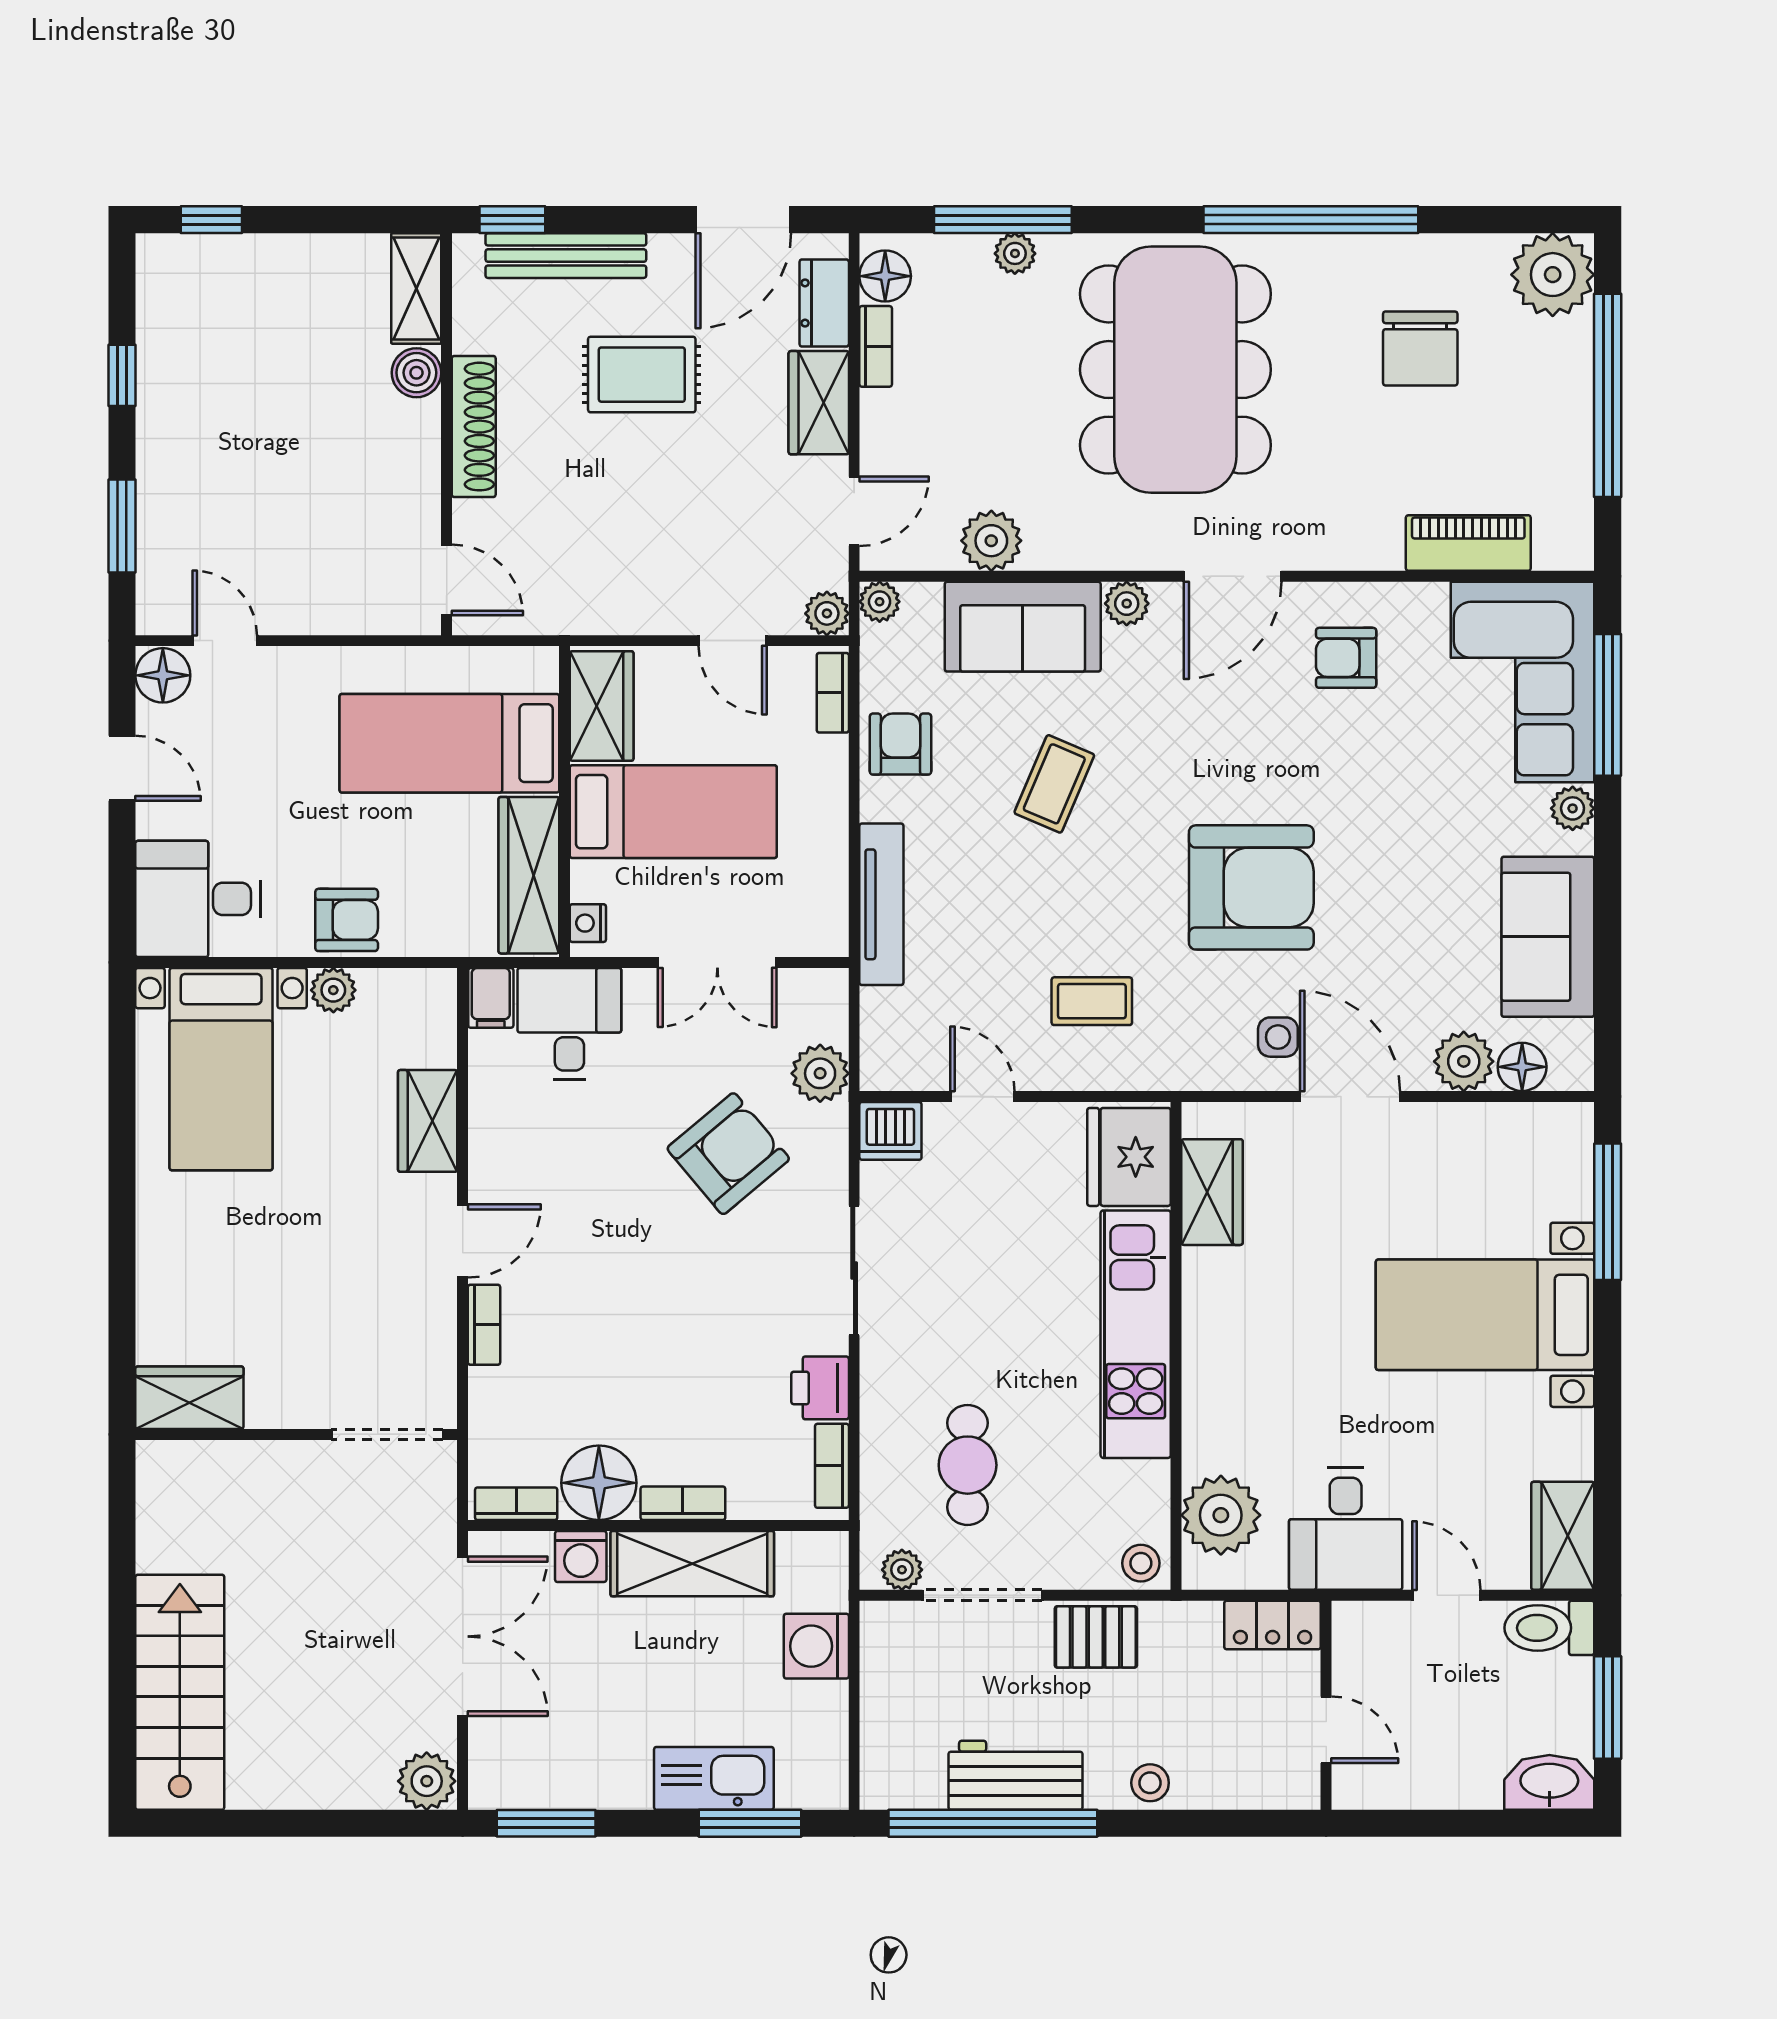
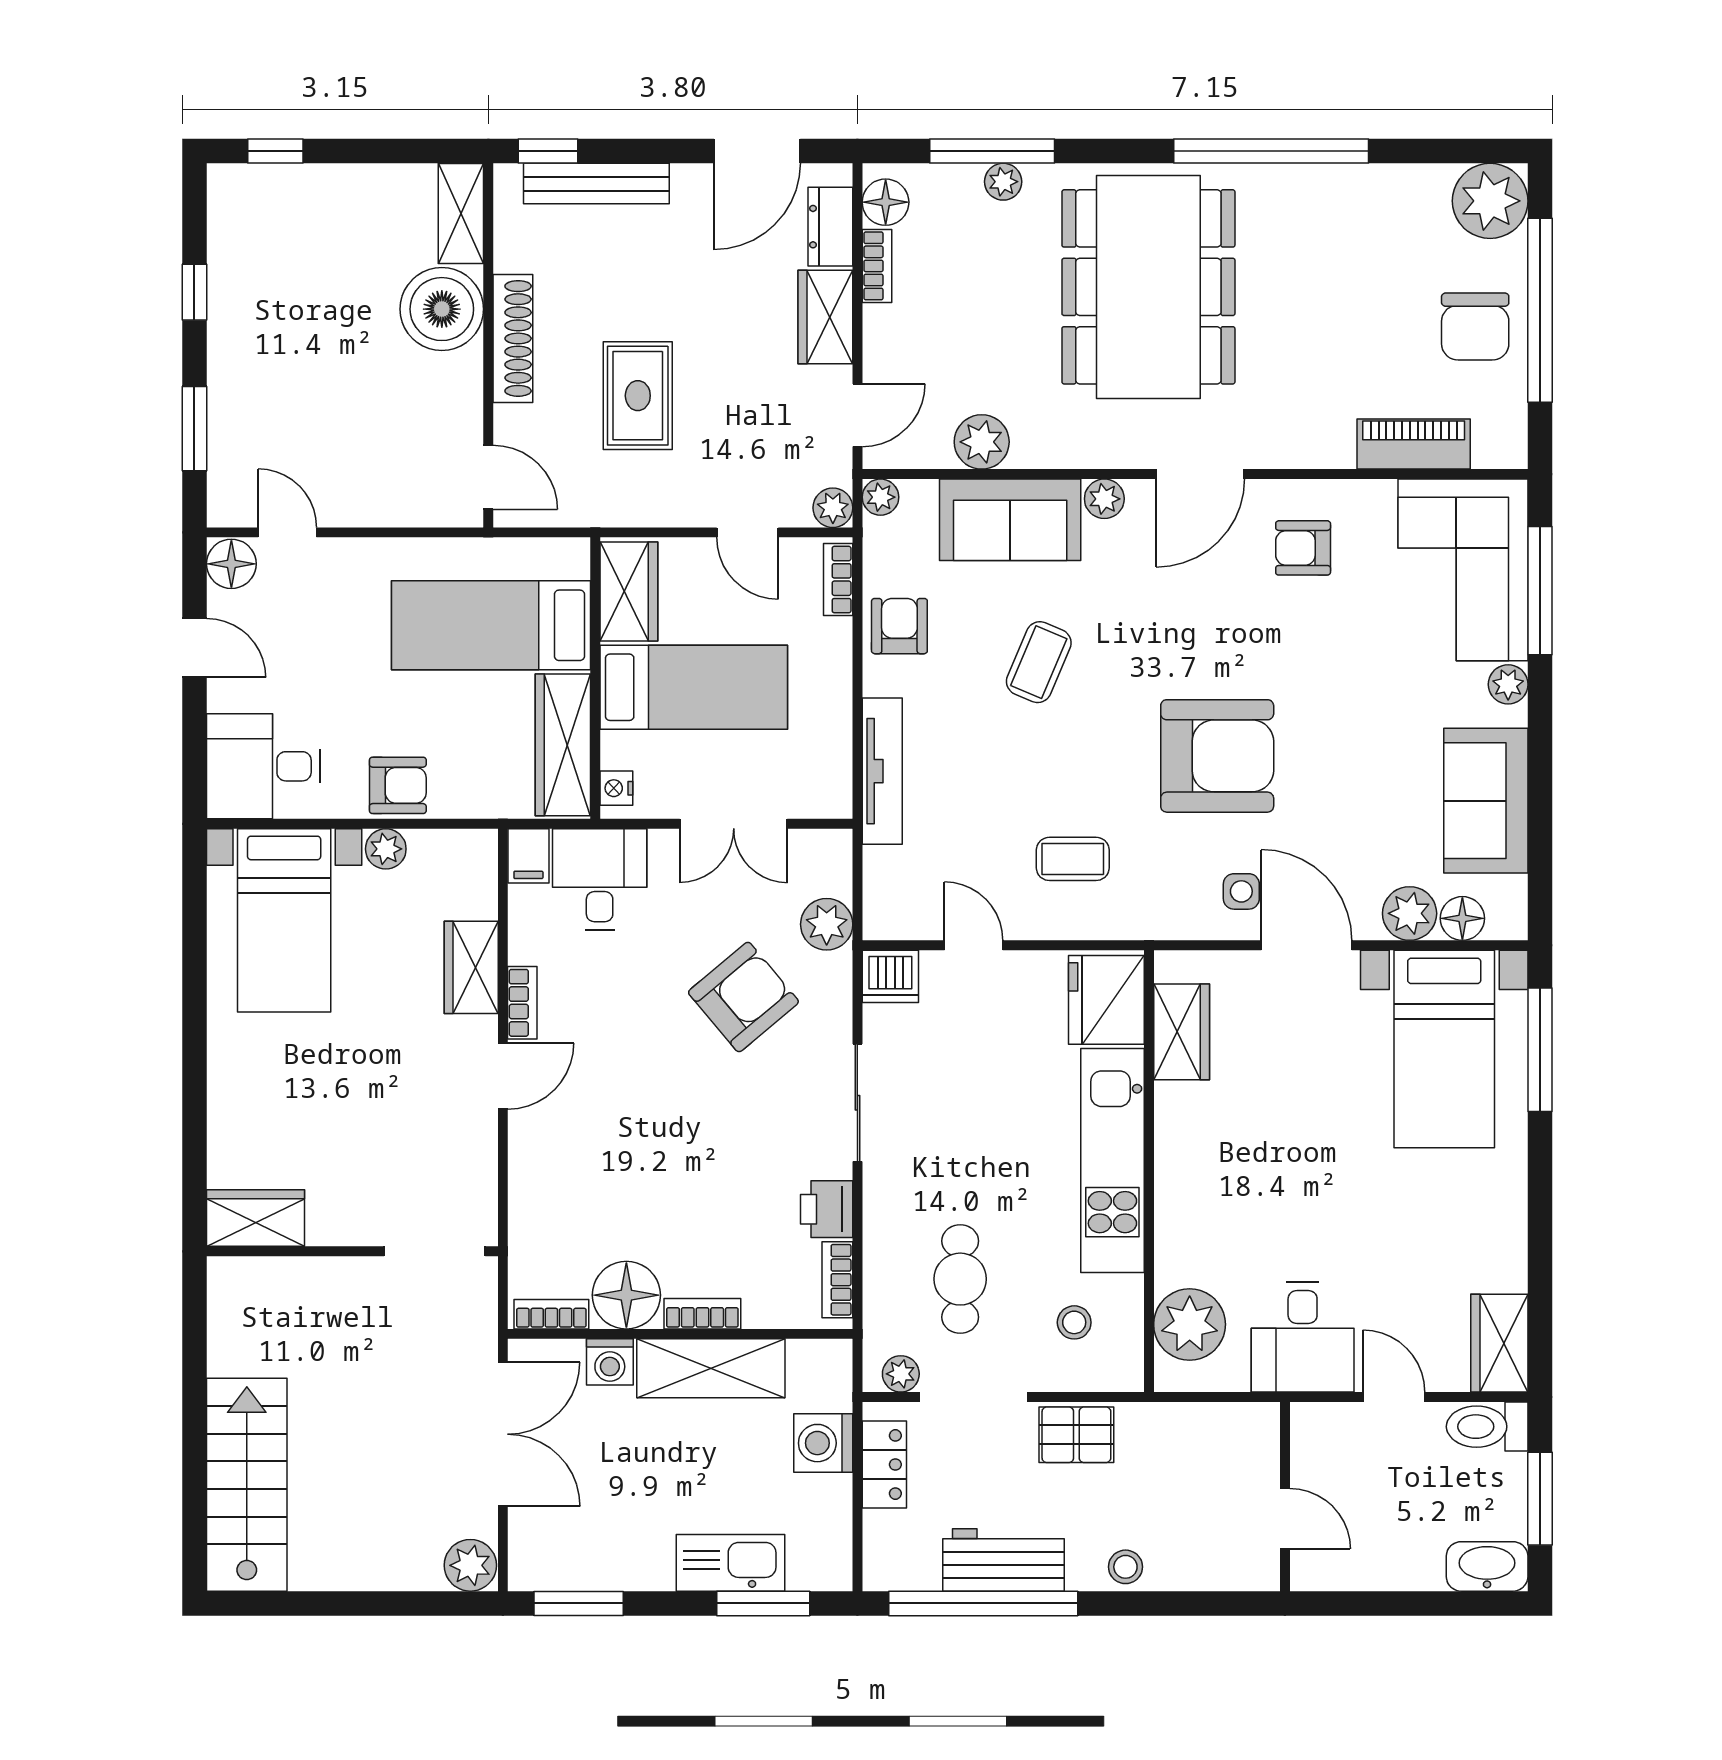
chair: (1420, 348) -> (1475, 326), moved
boiler: (416, 373) -> (442, 309), width x1.86, depth x1.86
rug: (642, 375) -> (638, 396), moved, turned 90
bed with nightstands: (1485, 1315) -> (1444, 1049), moved, turned -90
bookcase: (484, 1325) -> (522, 1003), moved
stool: (1141, 1563) -> (1074, 1322), moved
locker: (1273, 1625) -> (884, 1465), moved, turned -90

